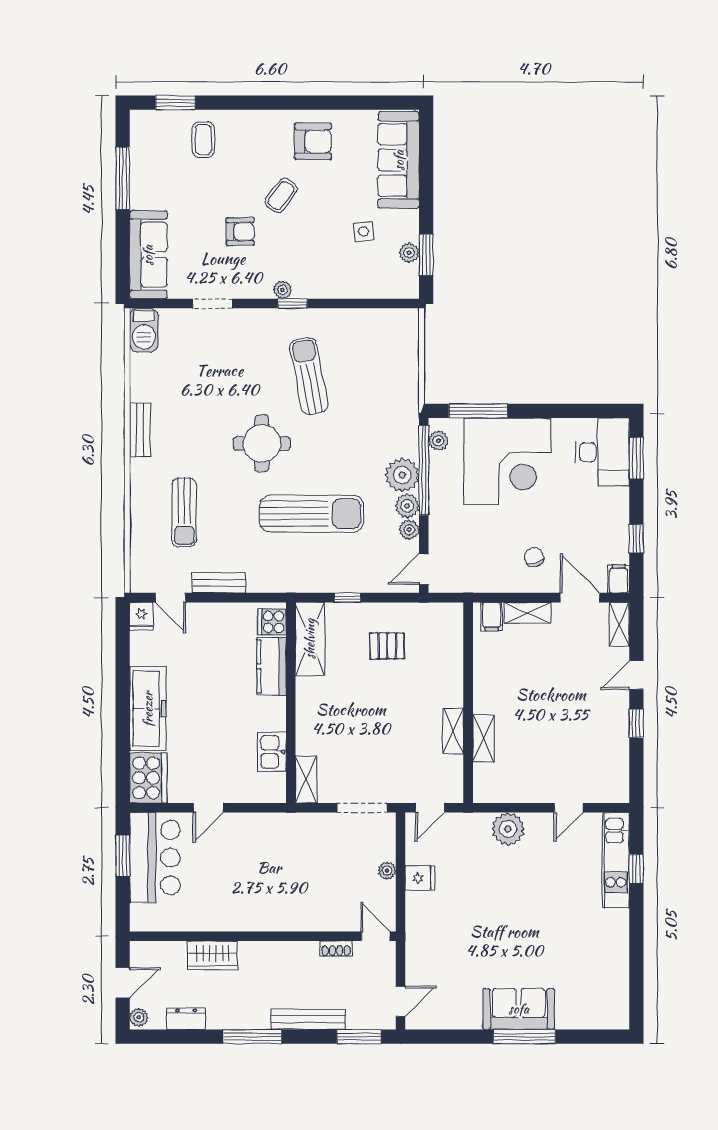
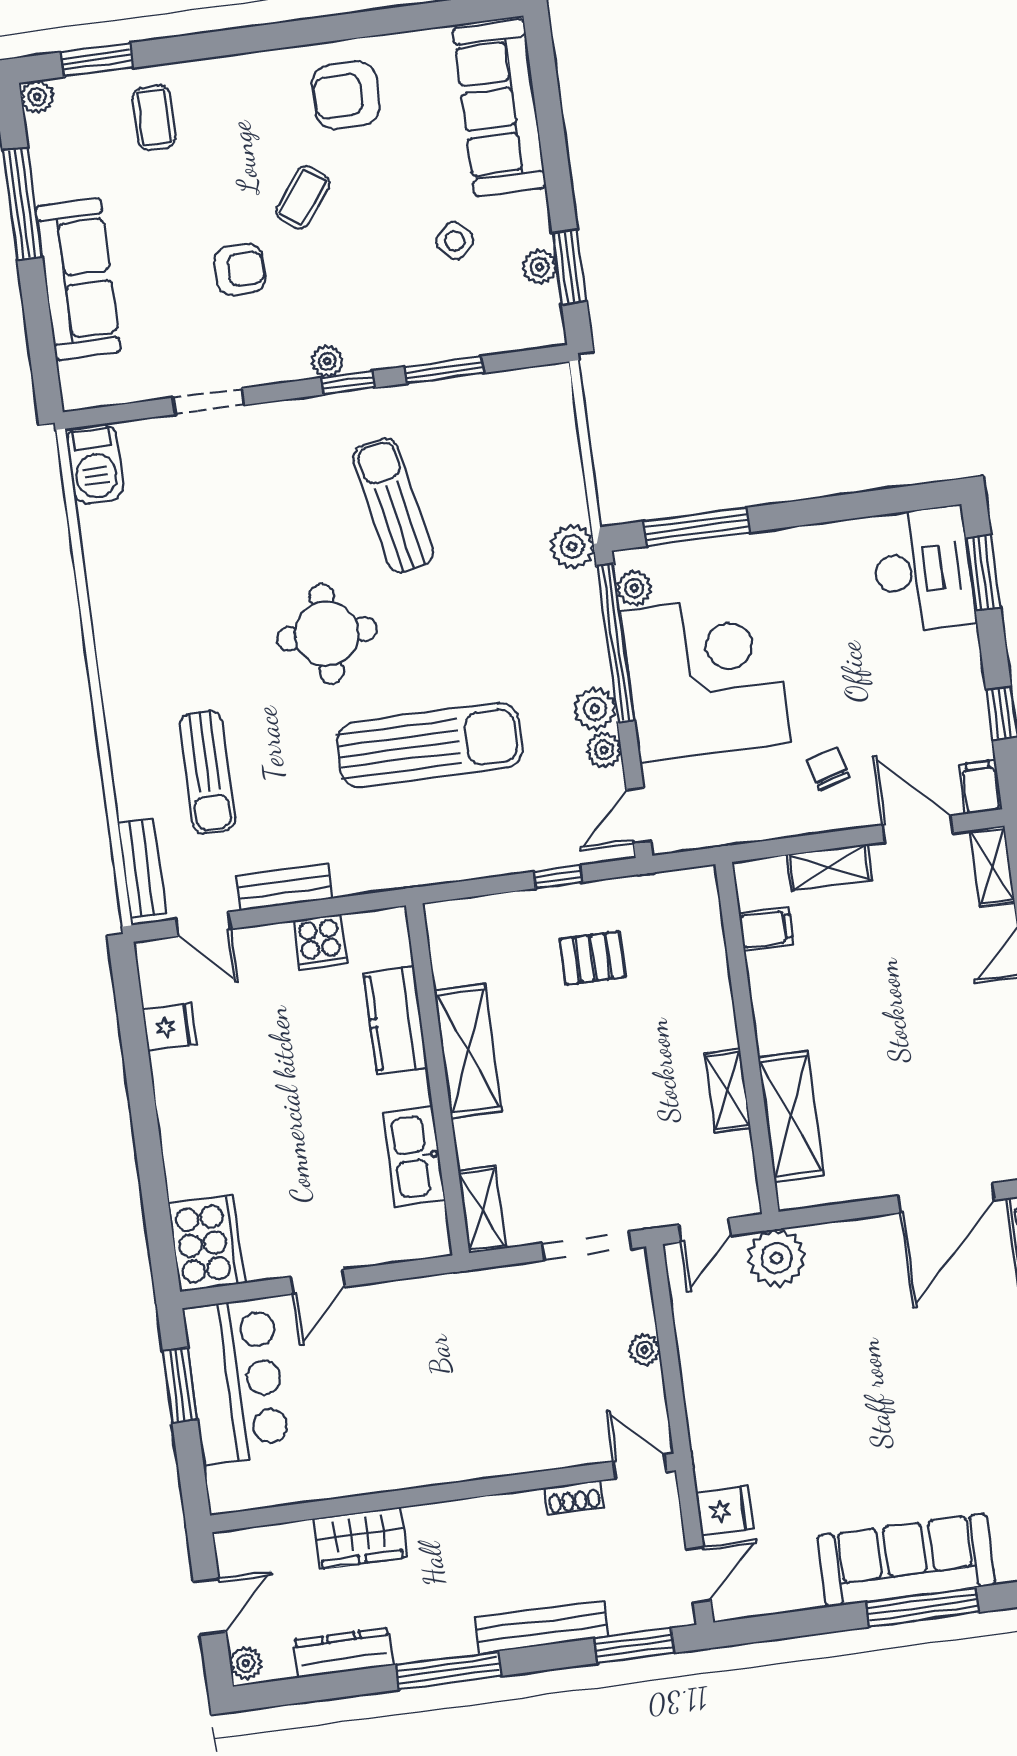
plant: (139, 119) -> (37, 97), added
armchair: (313, 141) -> (346, 95), turned 180
side table: (363, 232) -> (455, 241), turned -37
sofa: (148, 255) -> (78, 279), moved
window: (348, 303) -> (444, 370), added
bench: (140, 430) -> (142, 868), moved
corner desk: (507, 461) -> (705, 677), moved, turned -90
plant: (402, 475) -> (572, 547), moved, width x0.73, depth x0.73
window: (347, 598) -> (558, 877), moved
fridge: (141, 616) -> (169, 1027), moved, turned -90
filing cabinet: (492, 617) -> (766, 929), moved, turned -90
cooker: (272, 622) -> (320, 942), moved, turned -90
shelving: (310, 639) -> (468, 1051), moved
freezer: (148, 709) -> (190, 1123), removed
shelving: (484, 738) -> (791, 1116), width x1.50, depth x1.33
kitchen sink: (272, 752) -> (414, 1156), width x1.38
door: (569, 808) -> (946, 1198), width x1.87
plant: (508, 829) -> (776, 1258), moved
fridge: (420, 878) -> (724, 1510), moved
sofa: (519, 1009) -> (906, 1560), width x1.36
dresser: (186, 1019) -> (343, 1653), width x1.44

